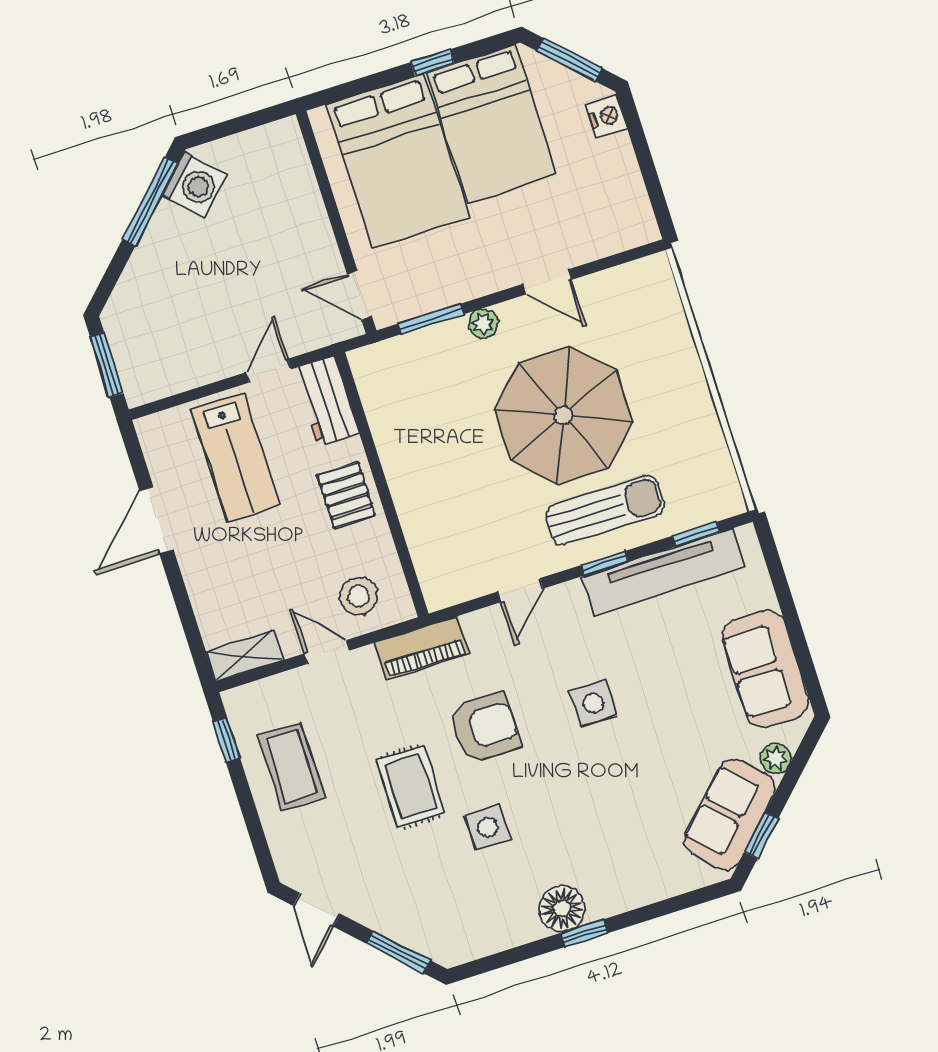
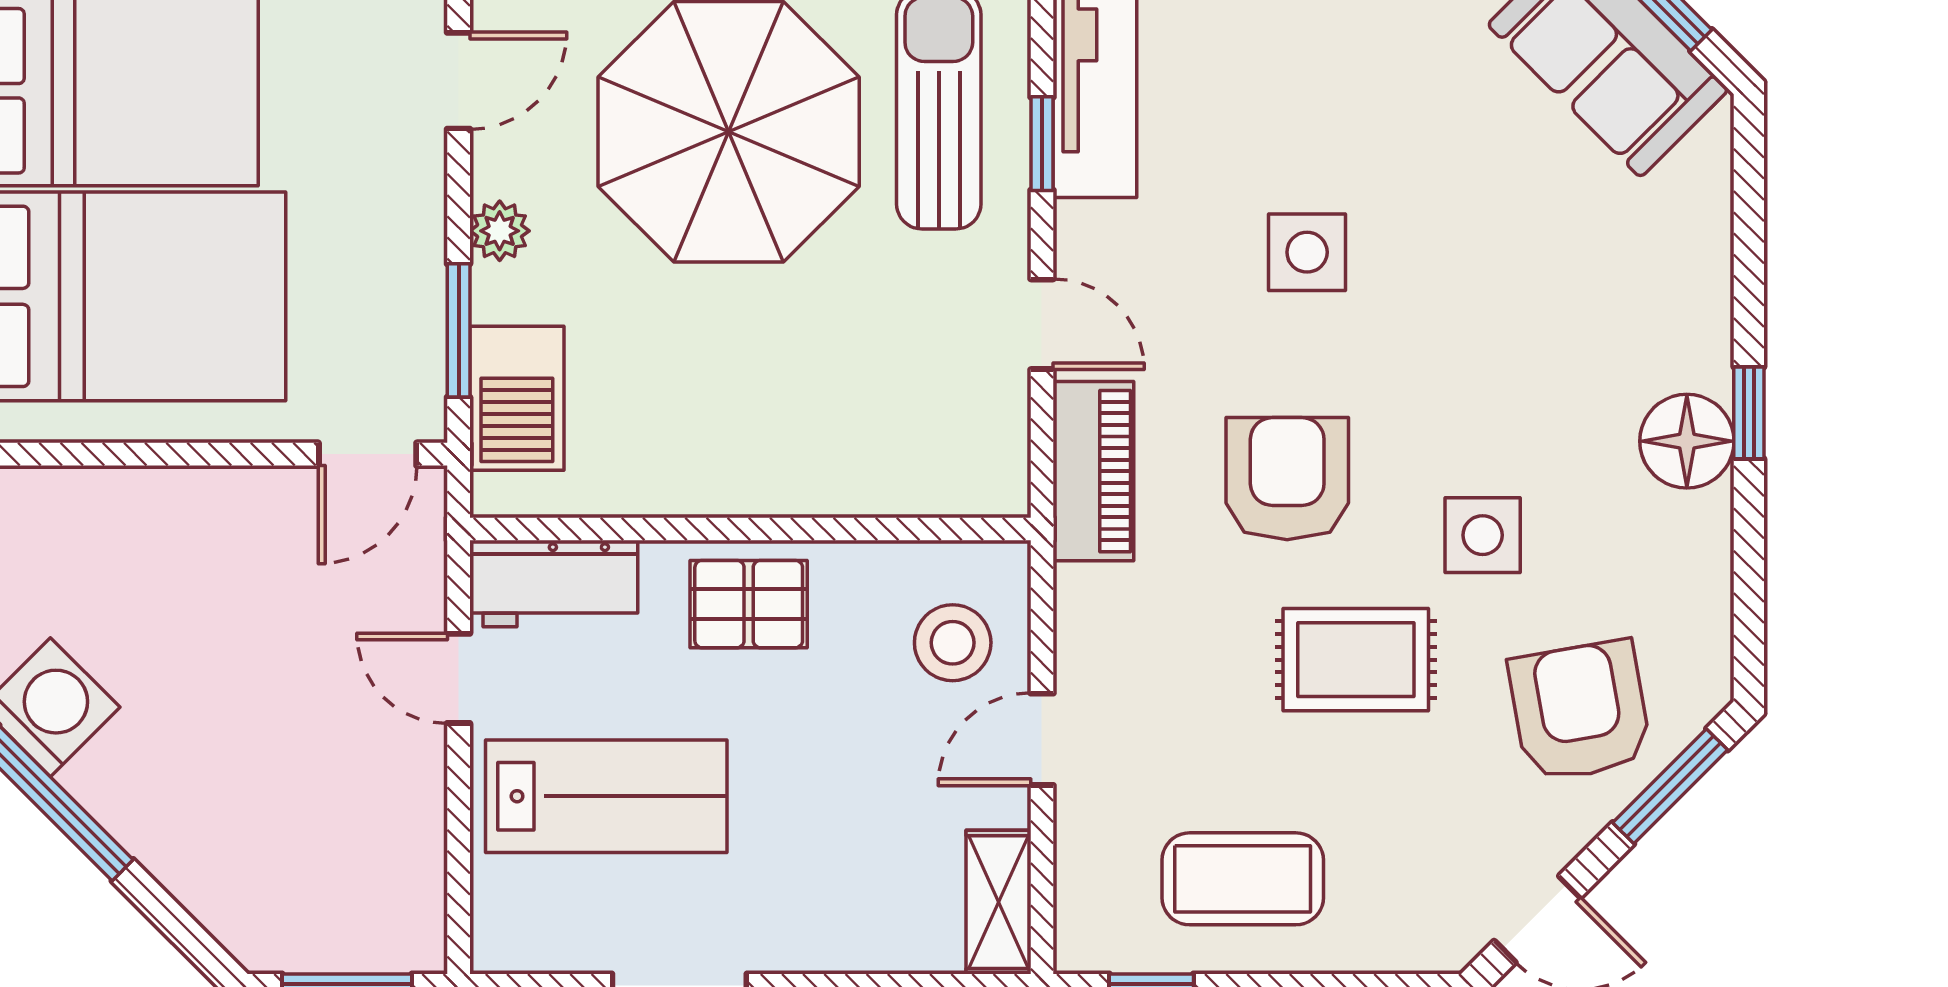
barbecue: (408, 356) -> (517, 398), added
piano: (422, 648) -> (1093, 471), moved
armchair: (420, 899) -> (1580, 711), added

